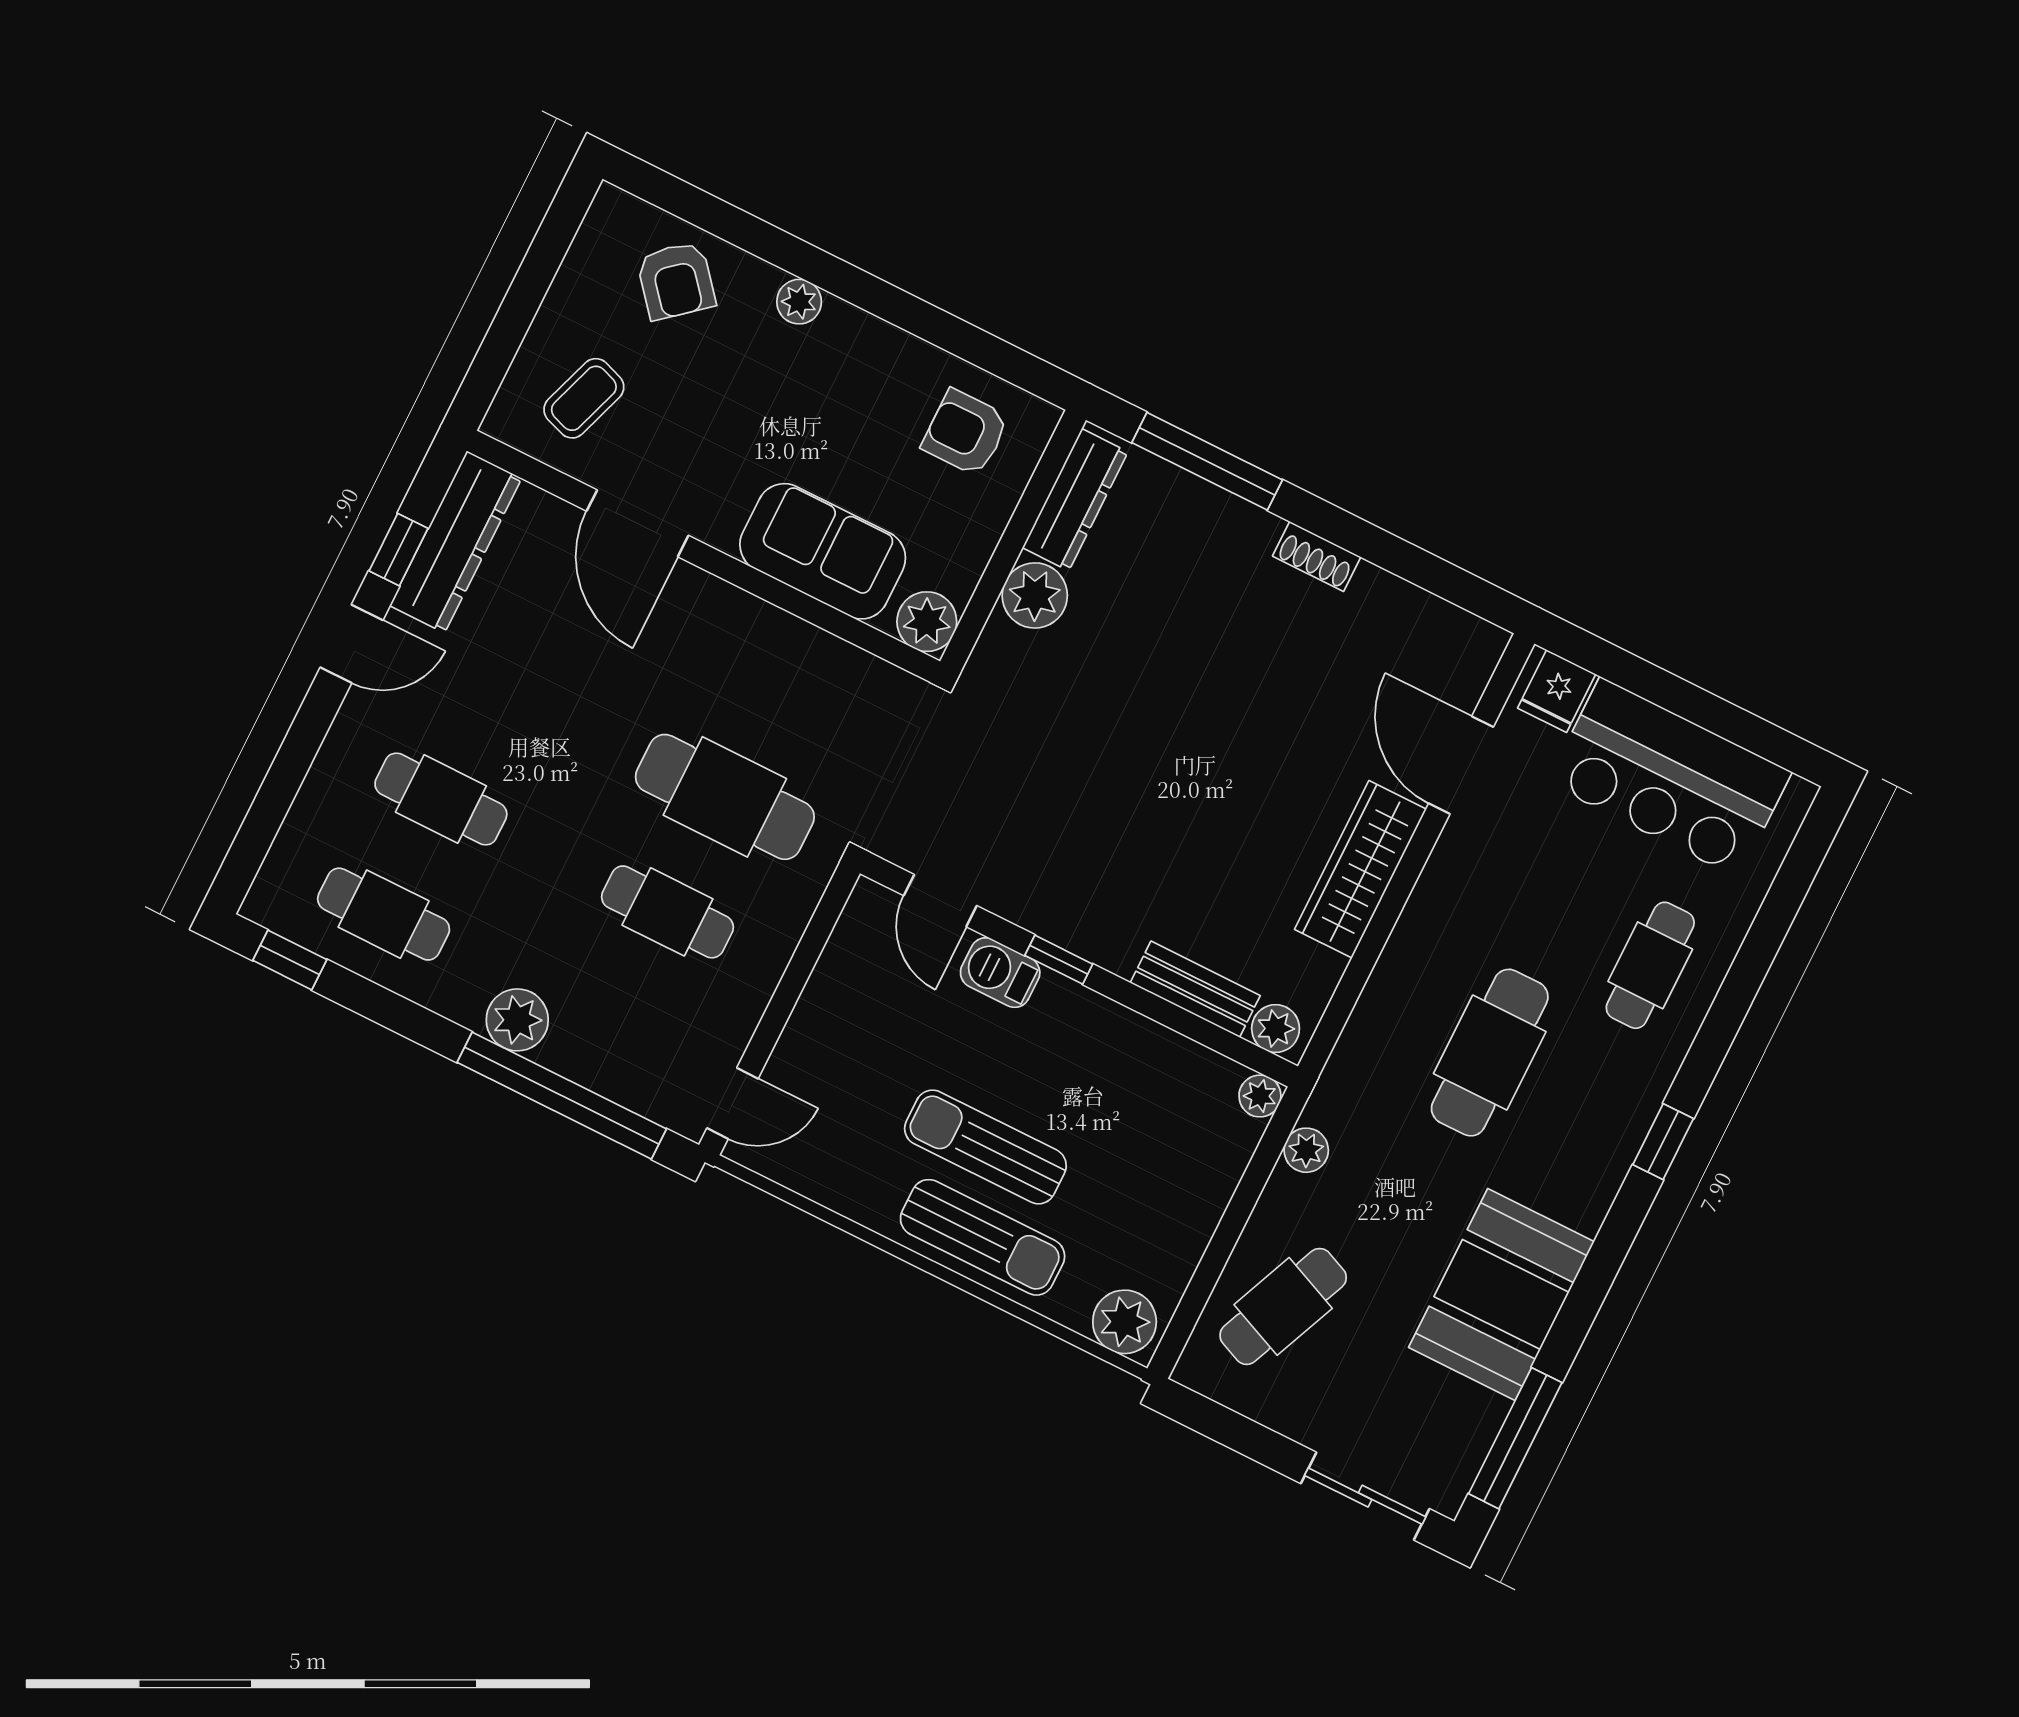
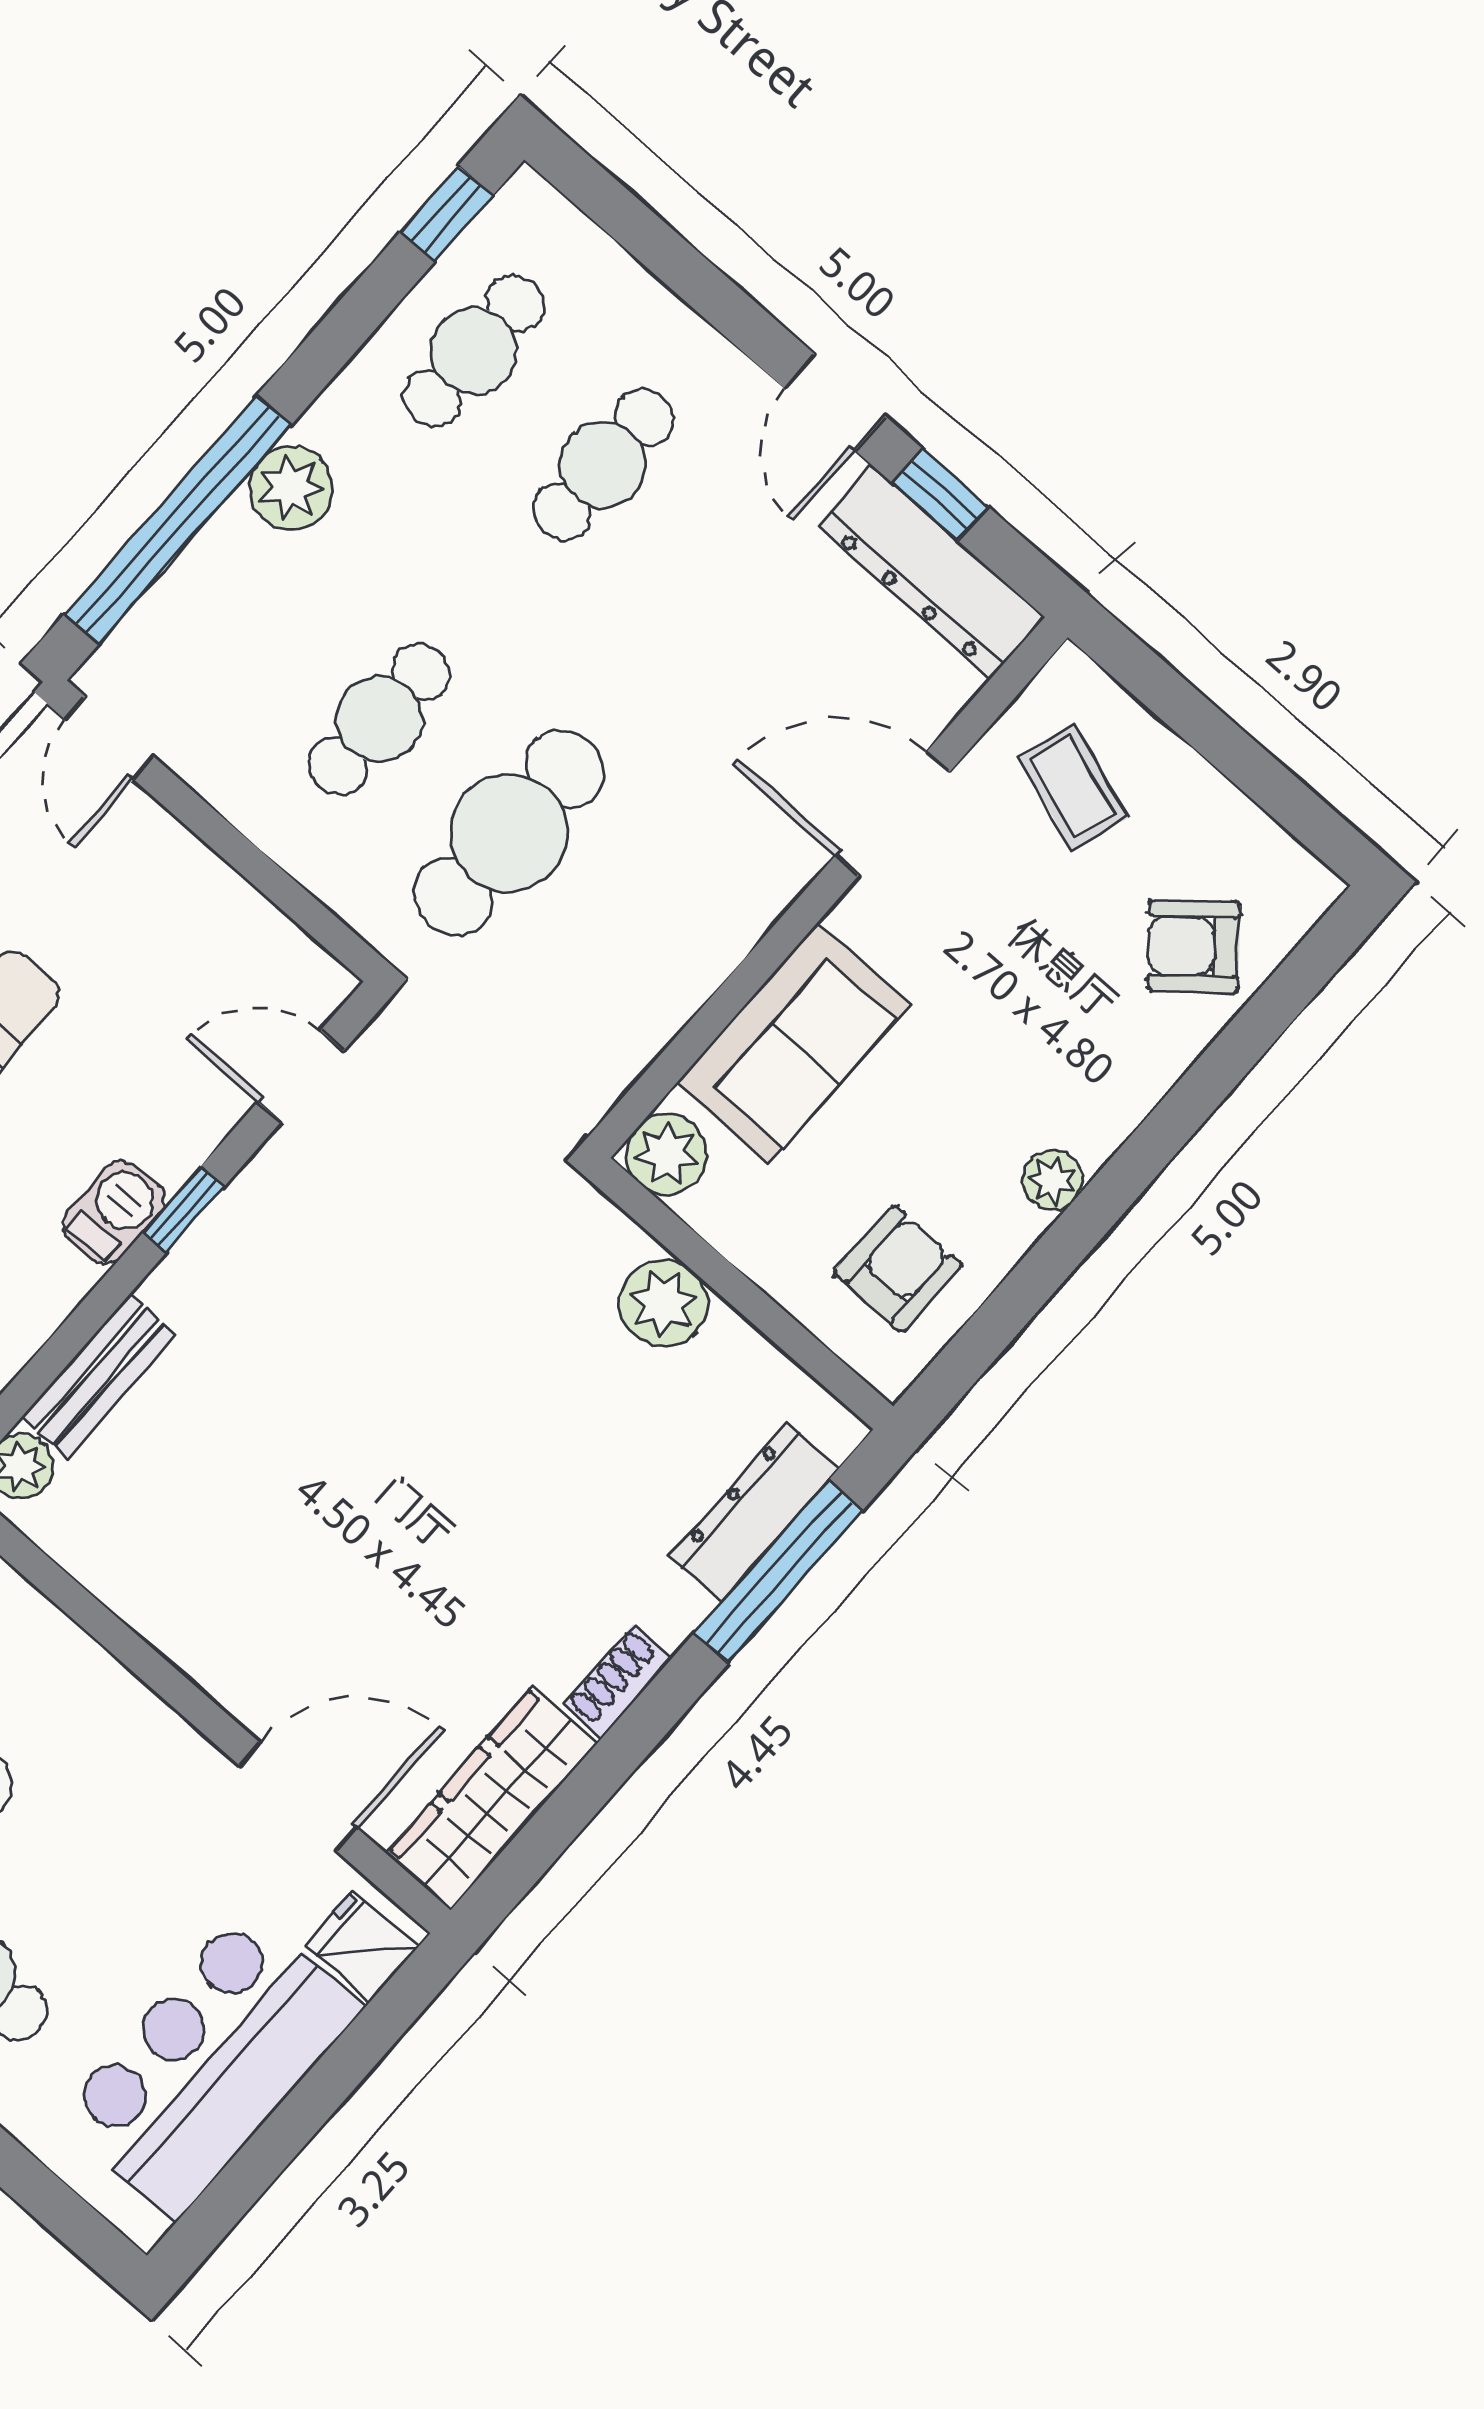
plant: (799, 302) -> (1053, 1180), moved
dresser: (1075, 500) -> (754, 1512), moved, turned 90
wardrobe: (1360, 869) -> (492, 1798), moved, turned -90
barbecue: (1000, 973) -> (114, 1212), moved

